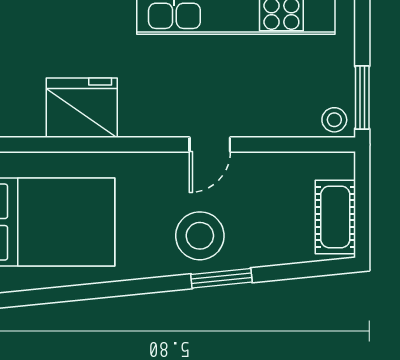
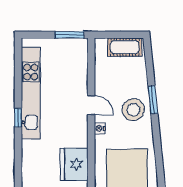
stool: (334, 120) -> (80, 48), removed
nightstand: (159, 163) -> (100, 128), added

